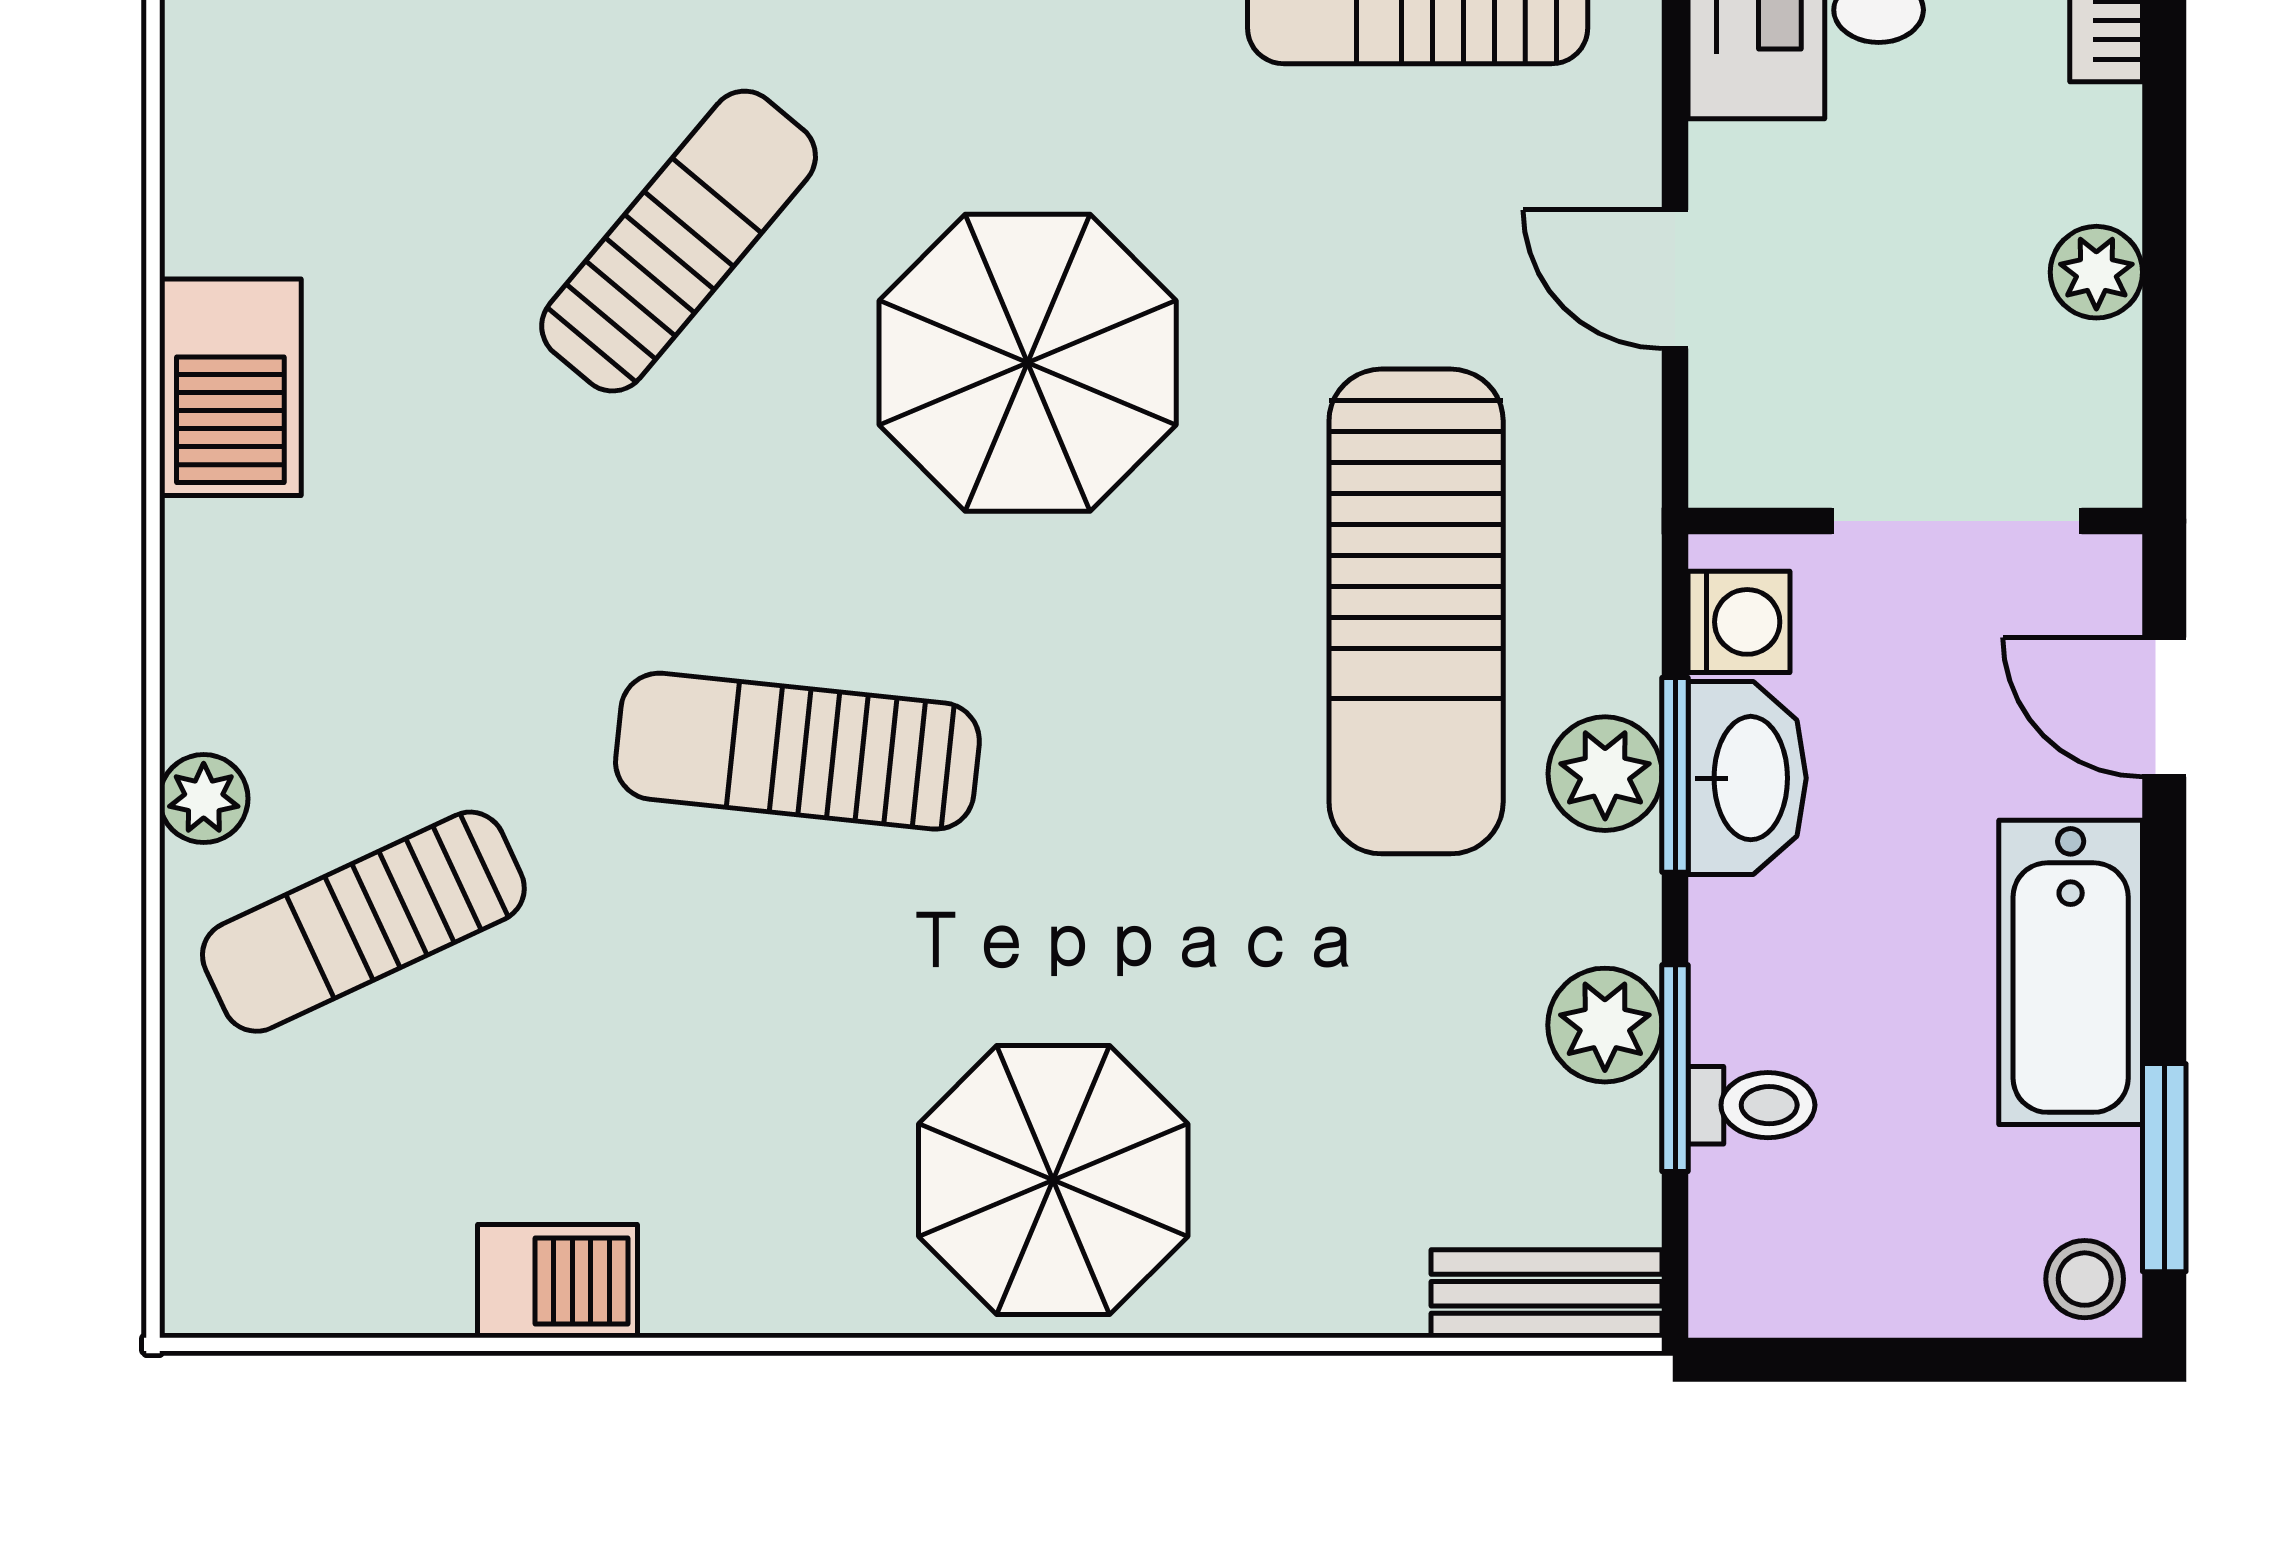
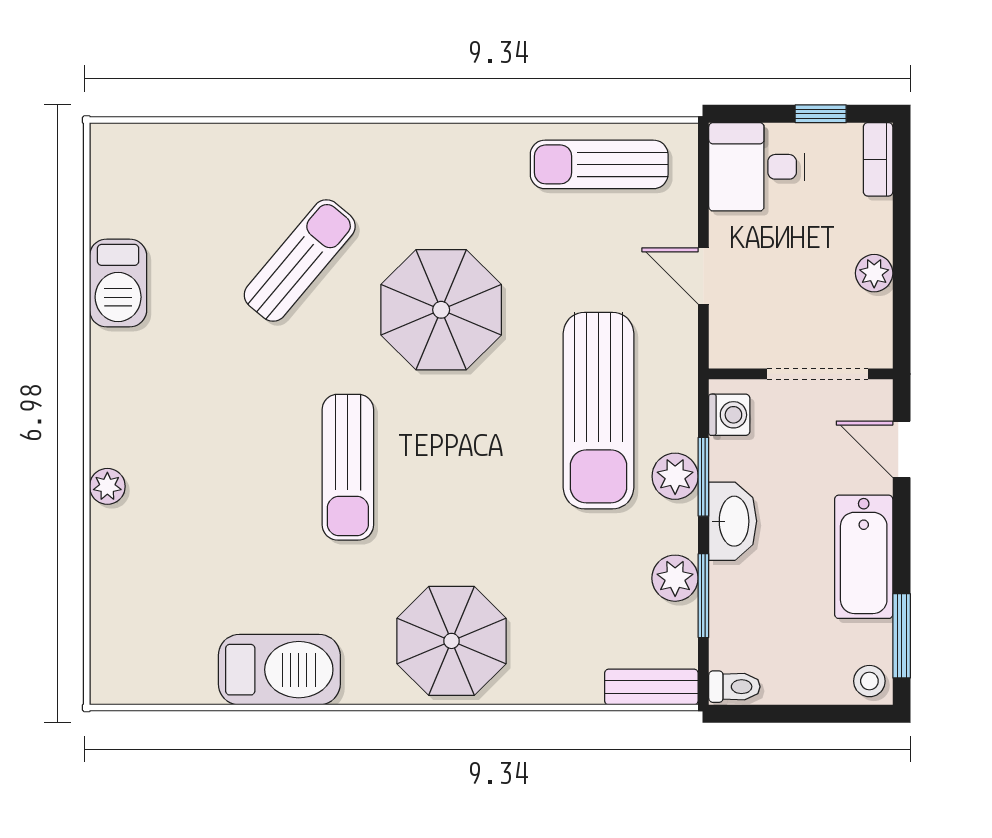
barbecue: (230, 387) -> (118, 283), moved
sun lounger: (797, 751) -> (348, 467), turned -96
washbasin: (1747, 778) -> (733, 521), moved
sun lounger: (363, 922) -> (172, 536), removed
toilet: (1751, 1105) -> (734, 687), moved
barbecue: (557, 1281) -> (279, 670), width x1.88, depth x1.53

